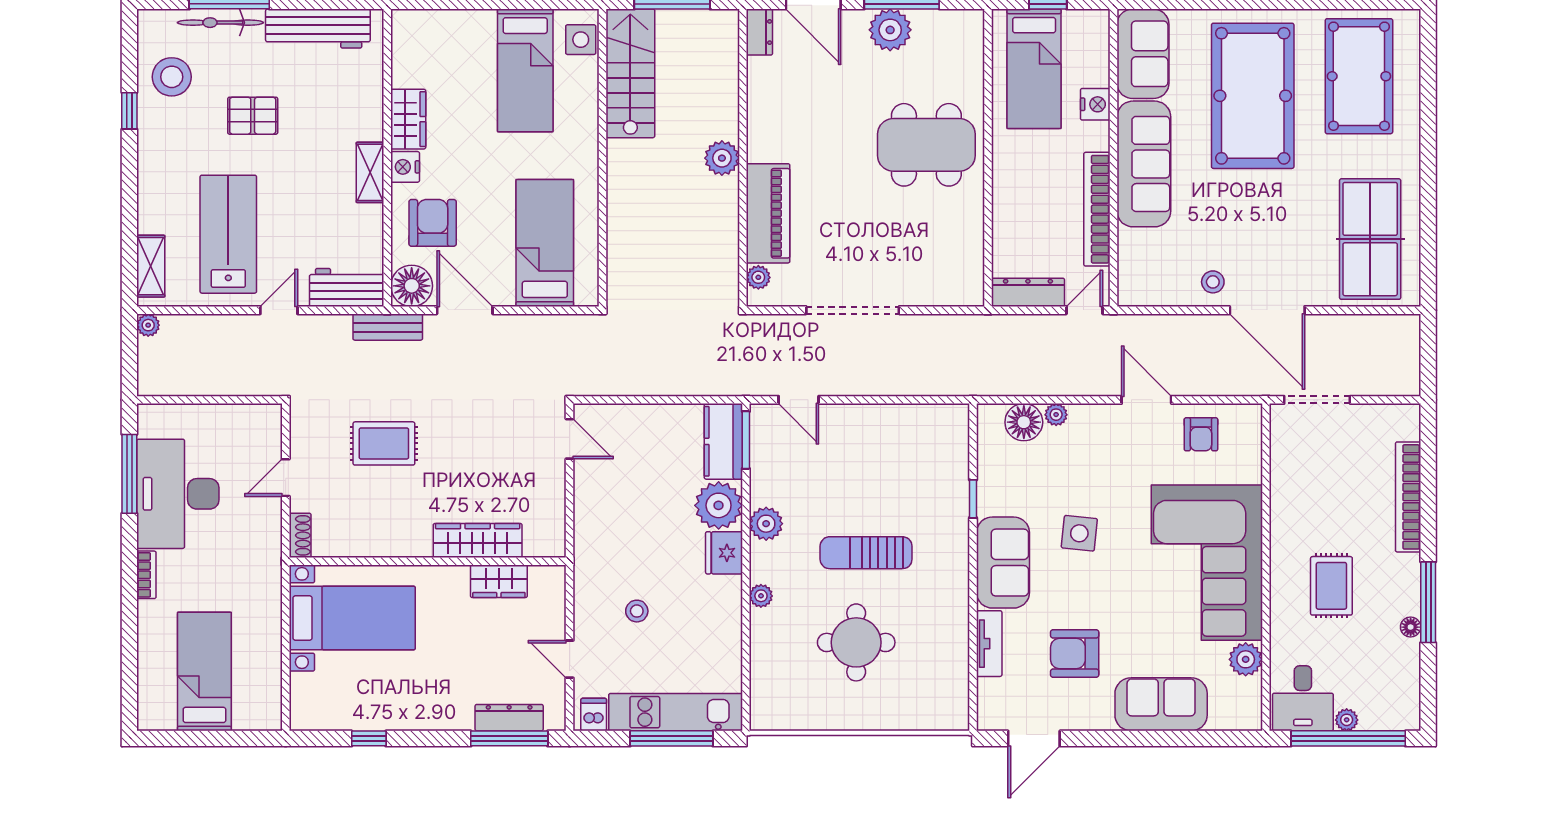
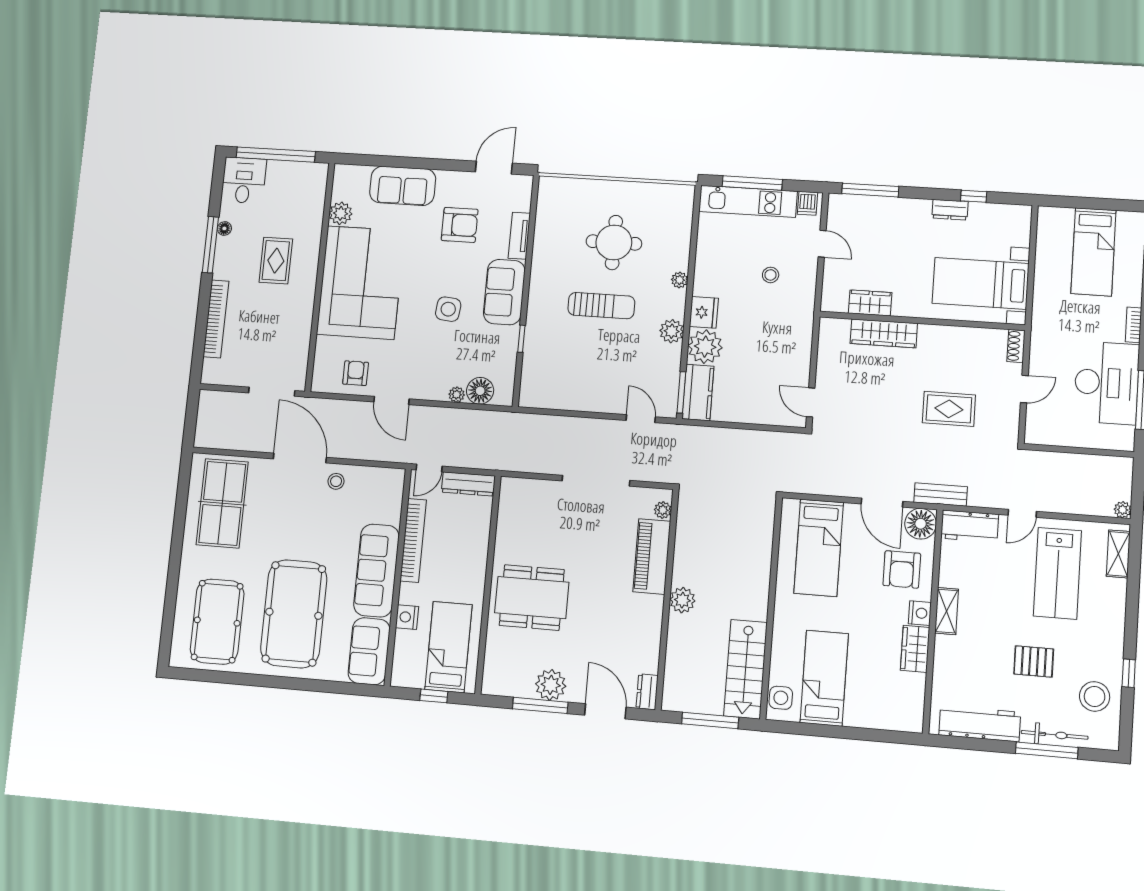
desk: (1303, 698) -> (244, 180), moved
dresser: (509, 718) -> (950, 210), moved, width x0.70
plant: (1347, 720) -> (275, 167), removed

